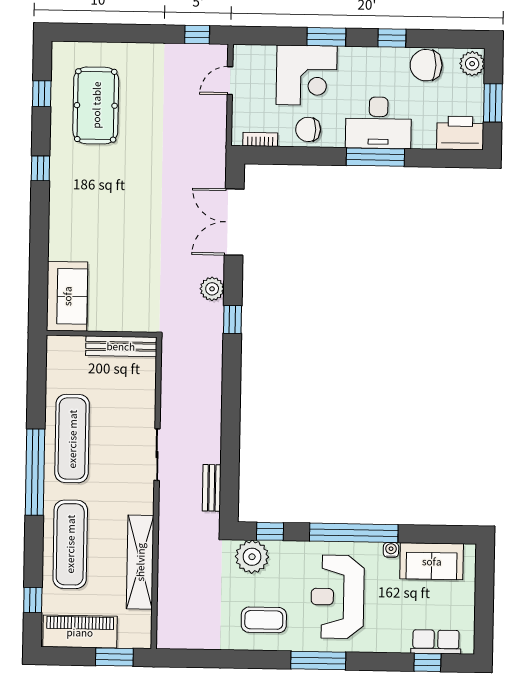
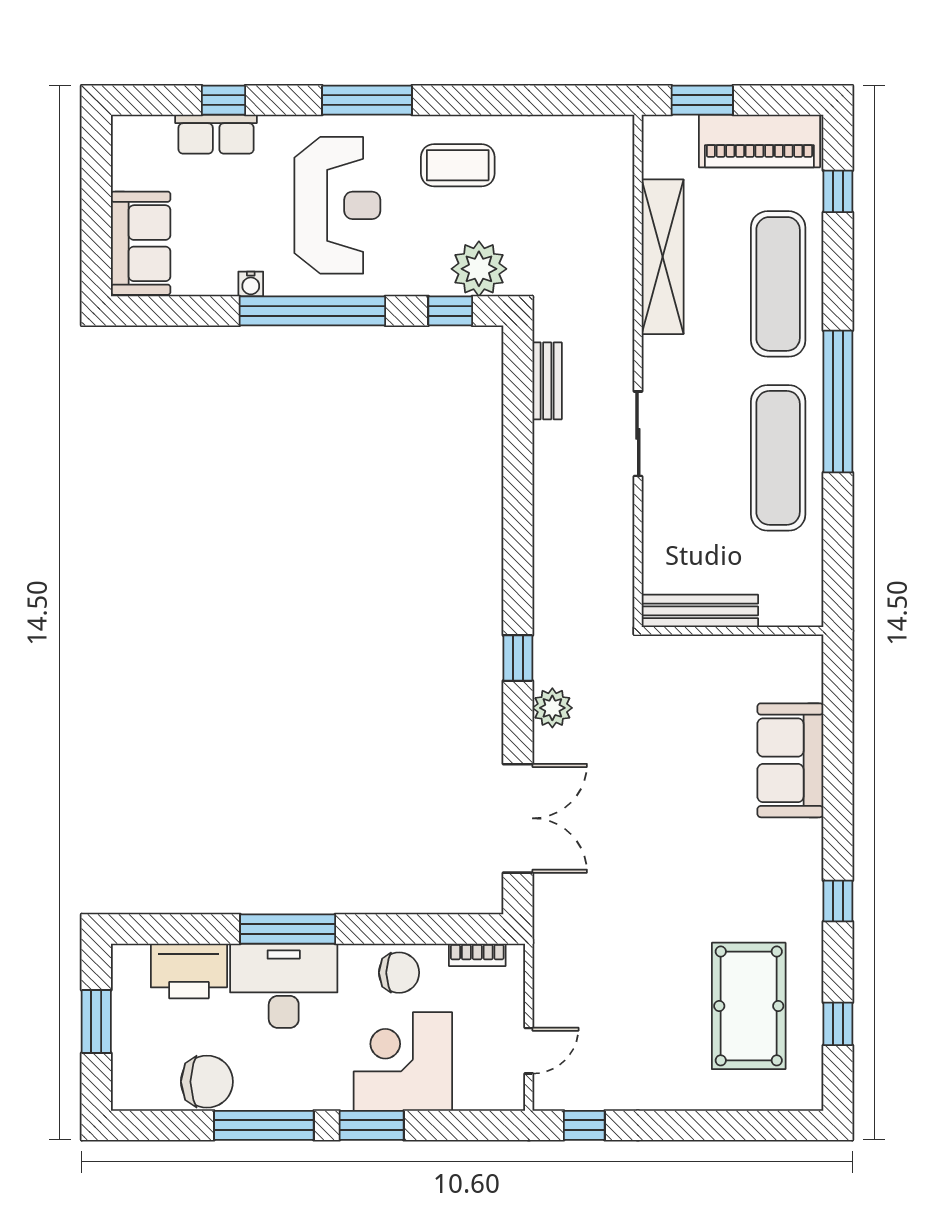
window: (392, 38) -> (264, 1125), width x2.17
plant: (472, 64) -> (131, 1085), removed
printer: (460, 133) -> (189, 971), moved
sofa: (67, 296) -> (790, 760), moved
sofa: (432, 561) -> (141, 243), moved, turned 90
row of seats: (436, 642) -> (216, 134), moved
window: (427, 662) -> (223, 100), moved

